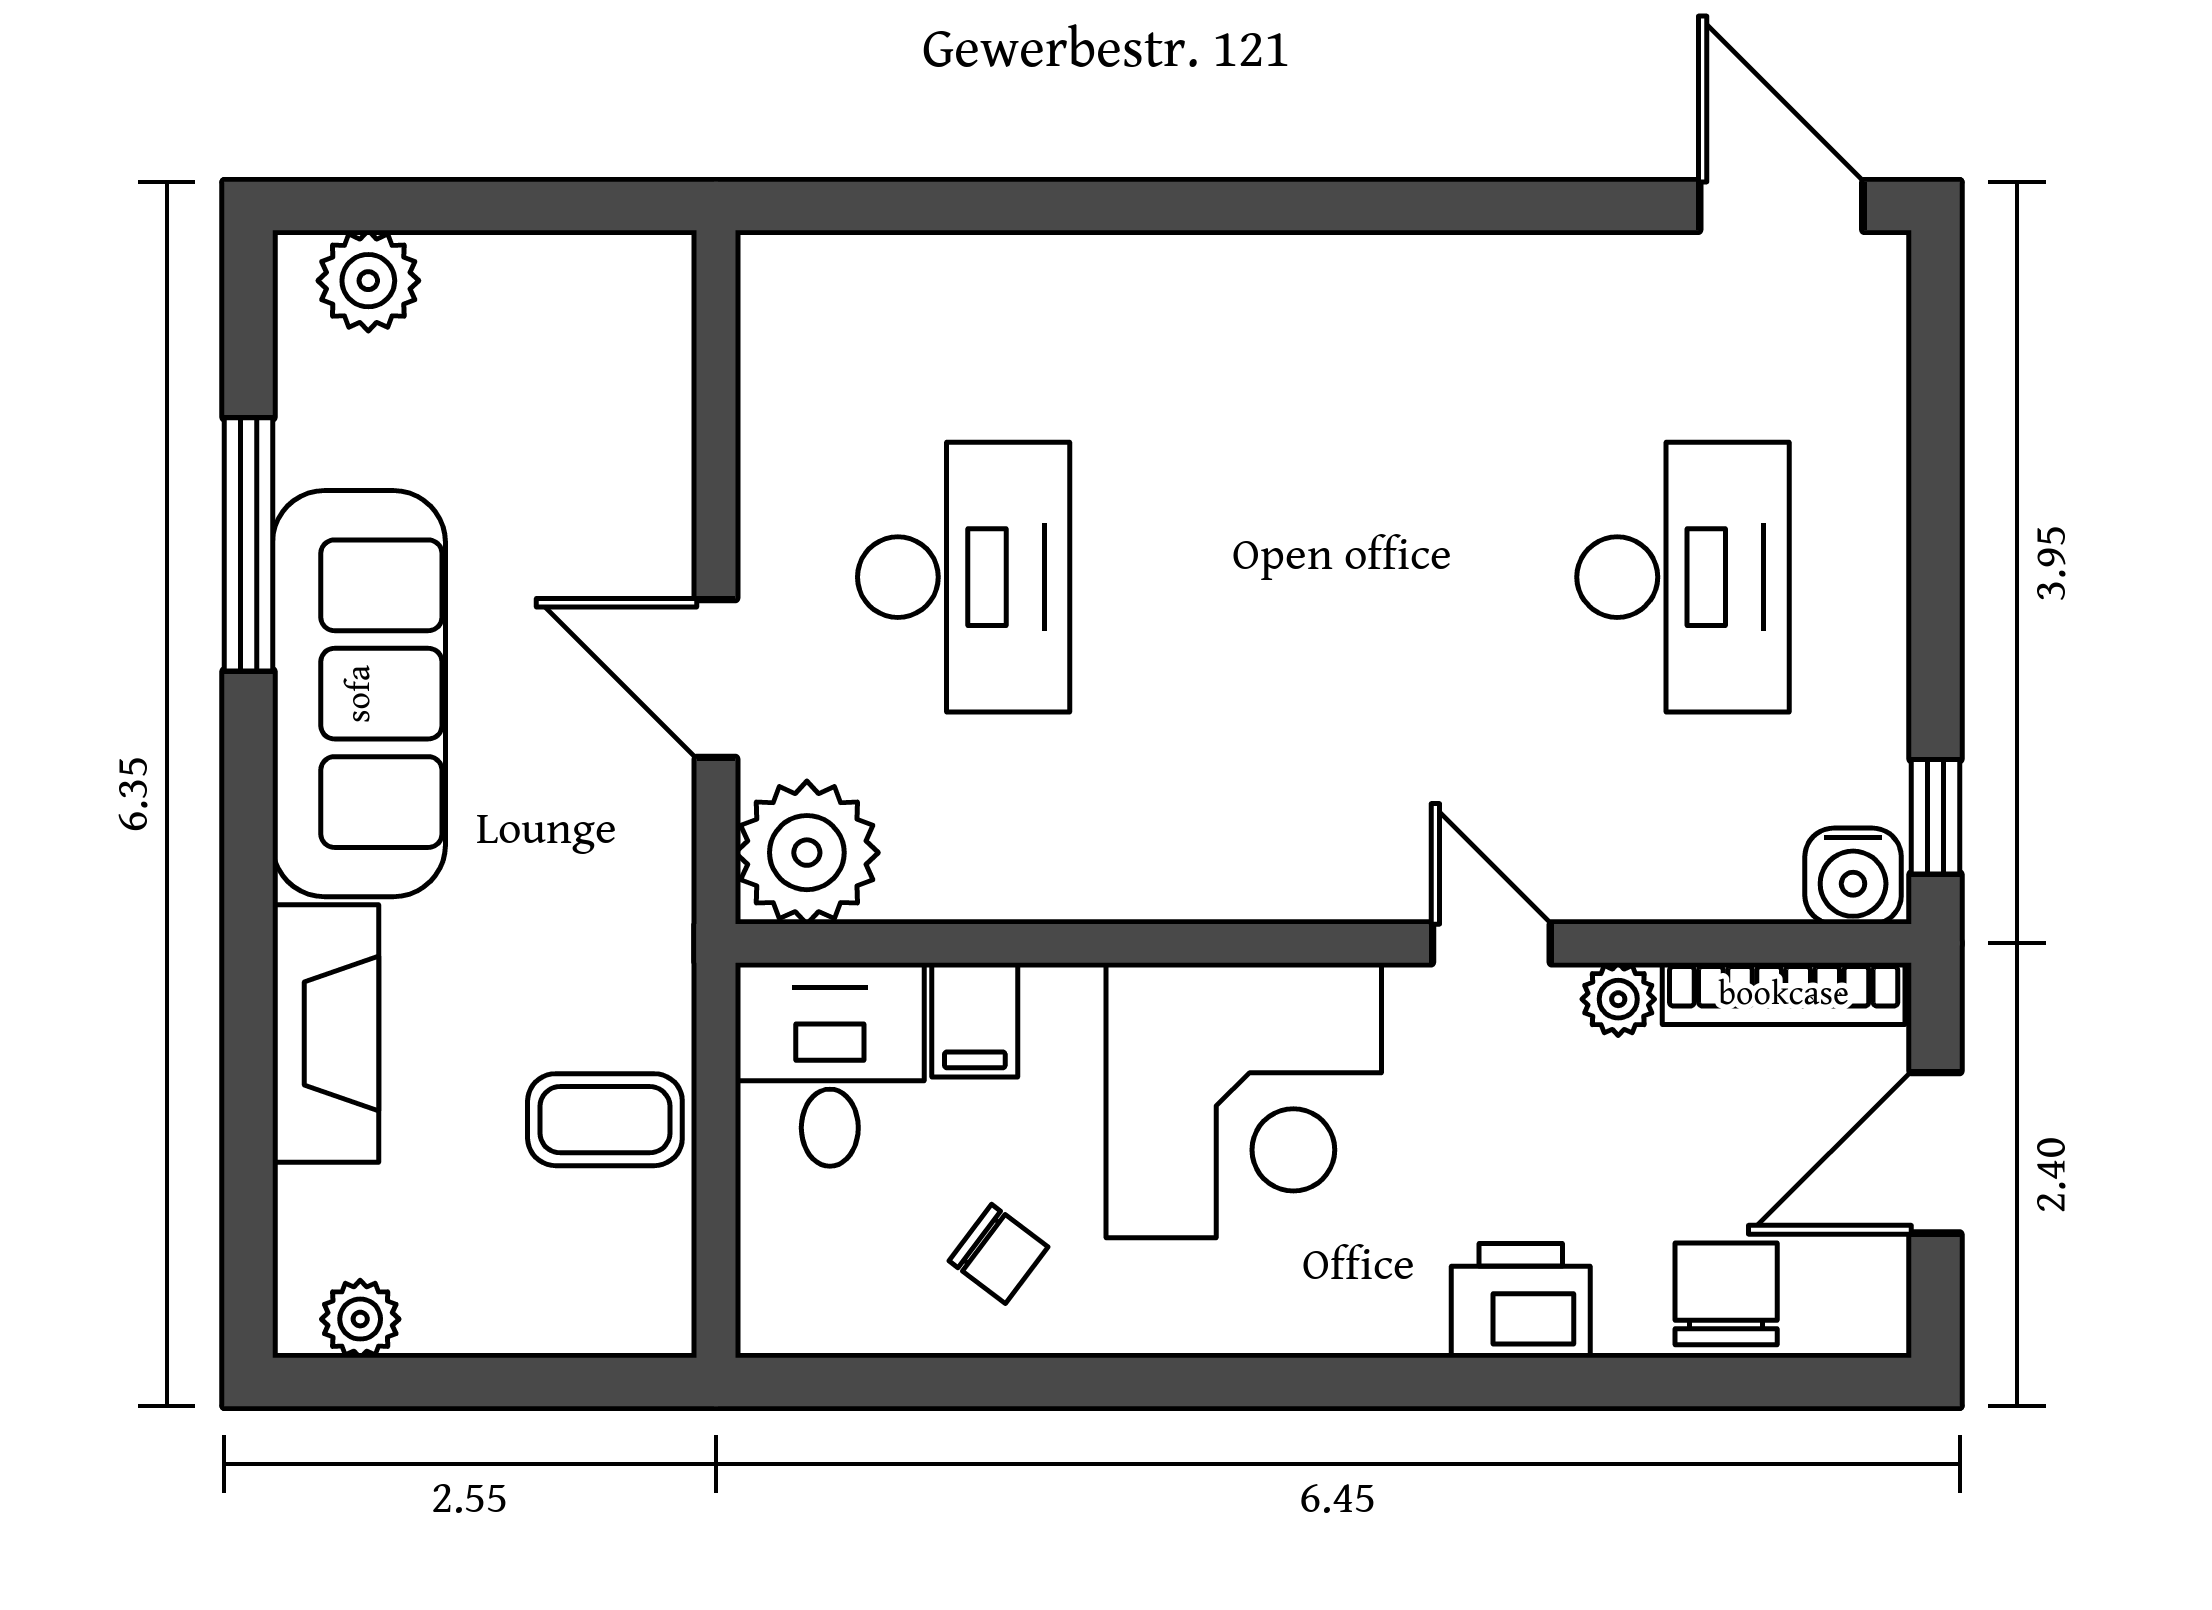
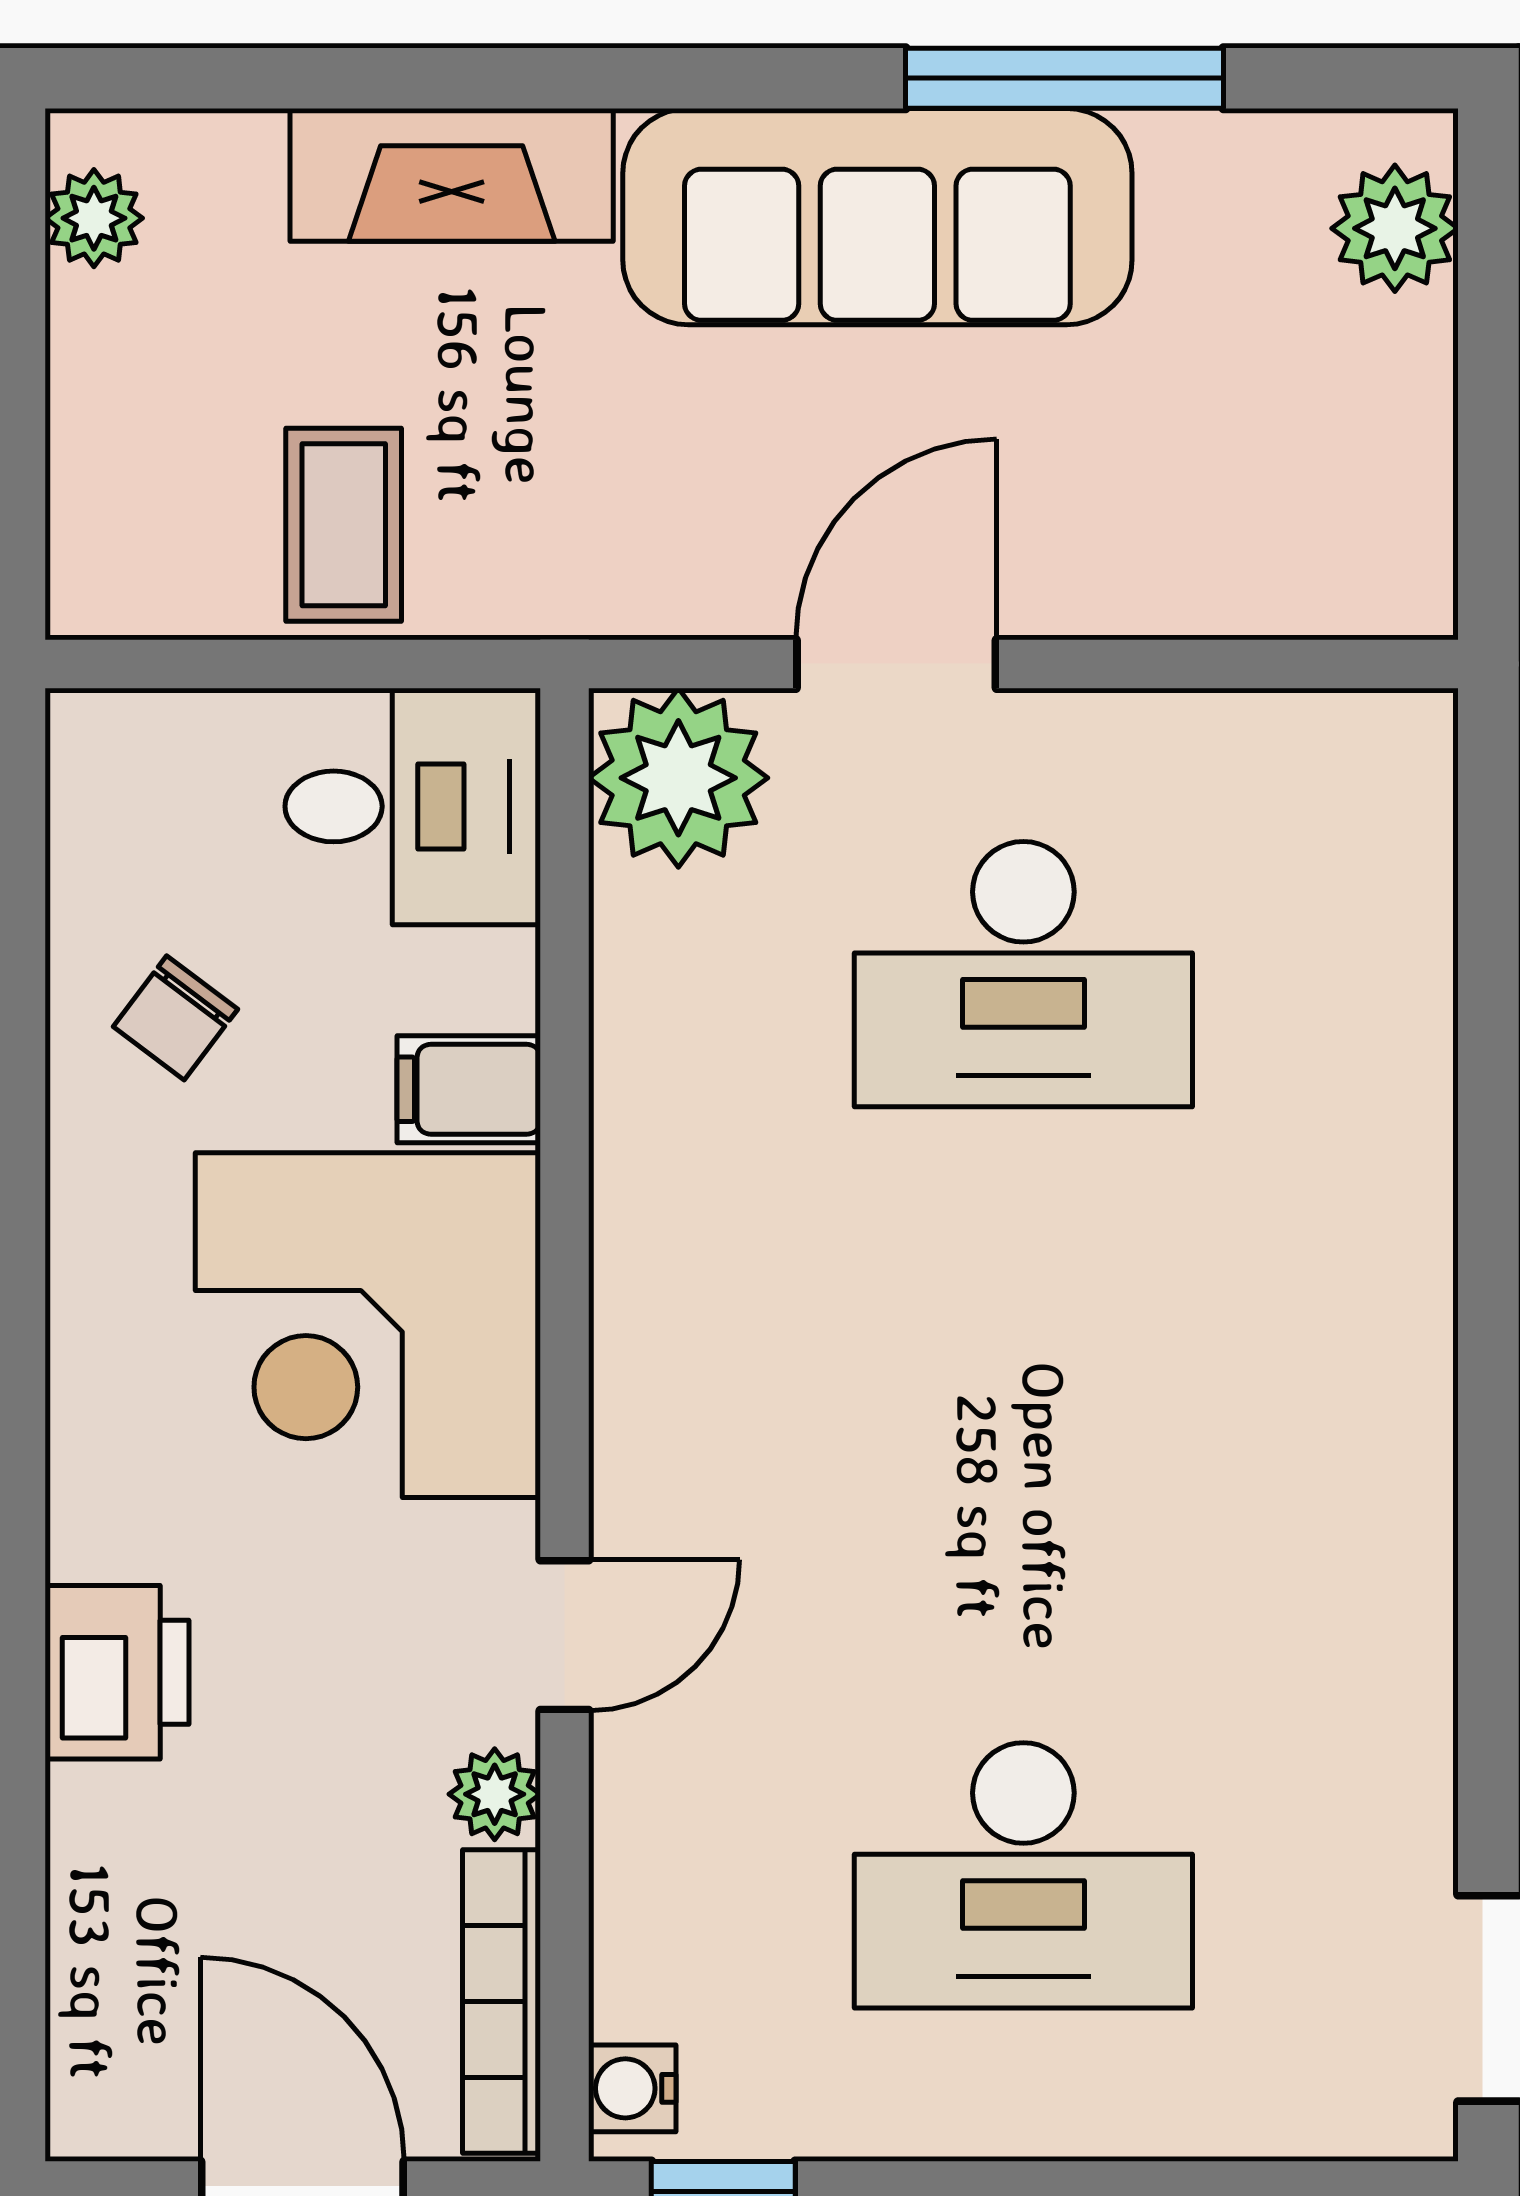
water cooler: (1853, 876) -> (632, 2088), width x0.72, depth x0.72
filing cabinet: (975, 1020) -> (469, 1089), moved
chair: (1726, 1294) -> (125, 1929), removed

